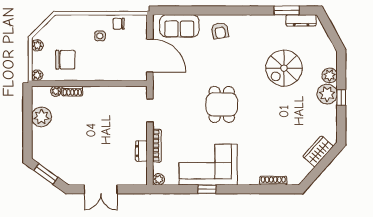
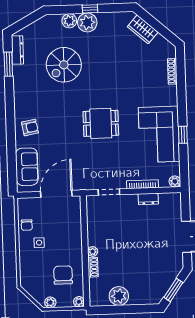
spiral stairs: (284, 68) -> (64, 65), turned 90
plant: (56, 91) -> (93, 251), moved

